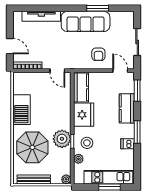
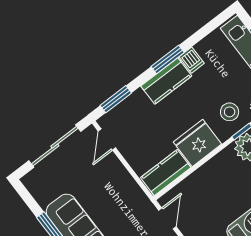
sliding door: (137, 42) -> (55, 146), width x1.37
armchair: (98, 54) -> (108, 183), removed
kitchen counter: (127, 108) -> (166, 81), moved

